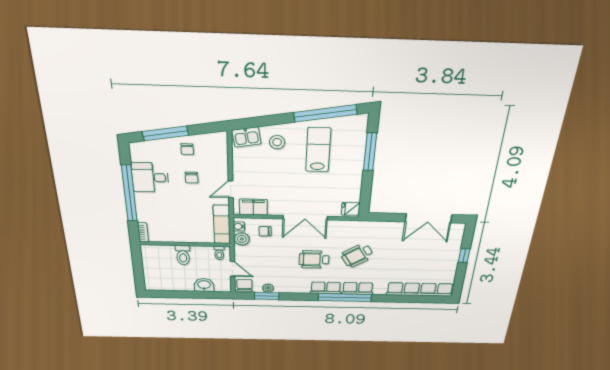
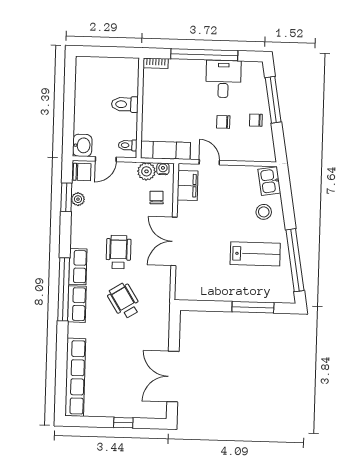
fridge: (351, 209) -> (185, 291), removed
washbasin: (204, 285) -> (82, 145), moved

